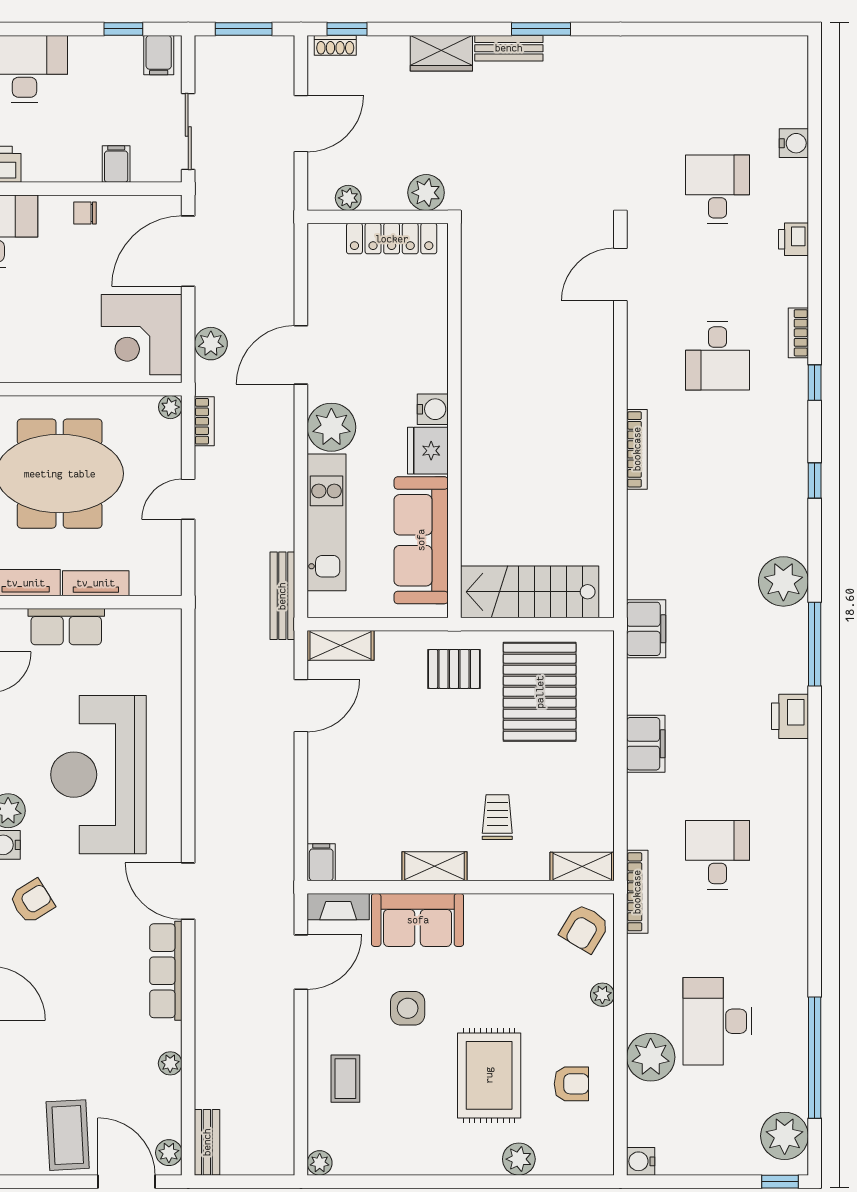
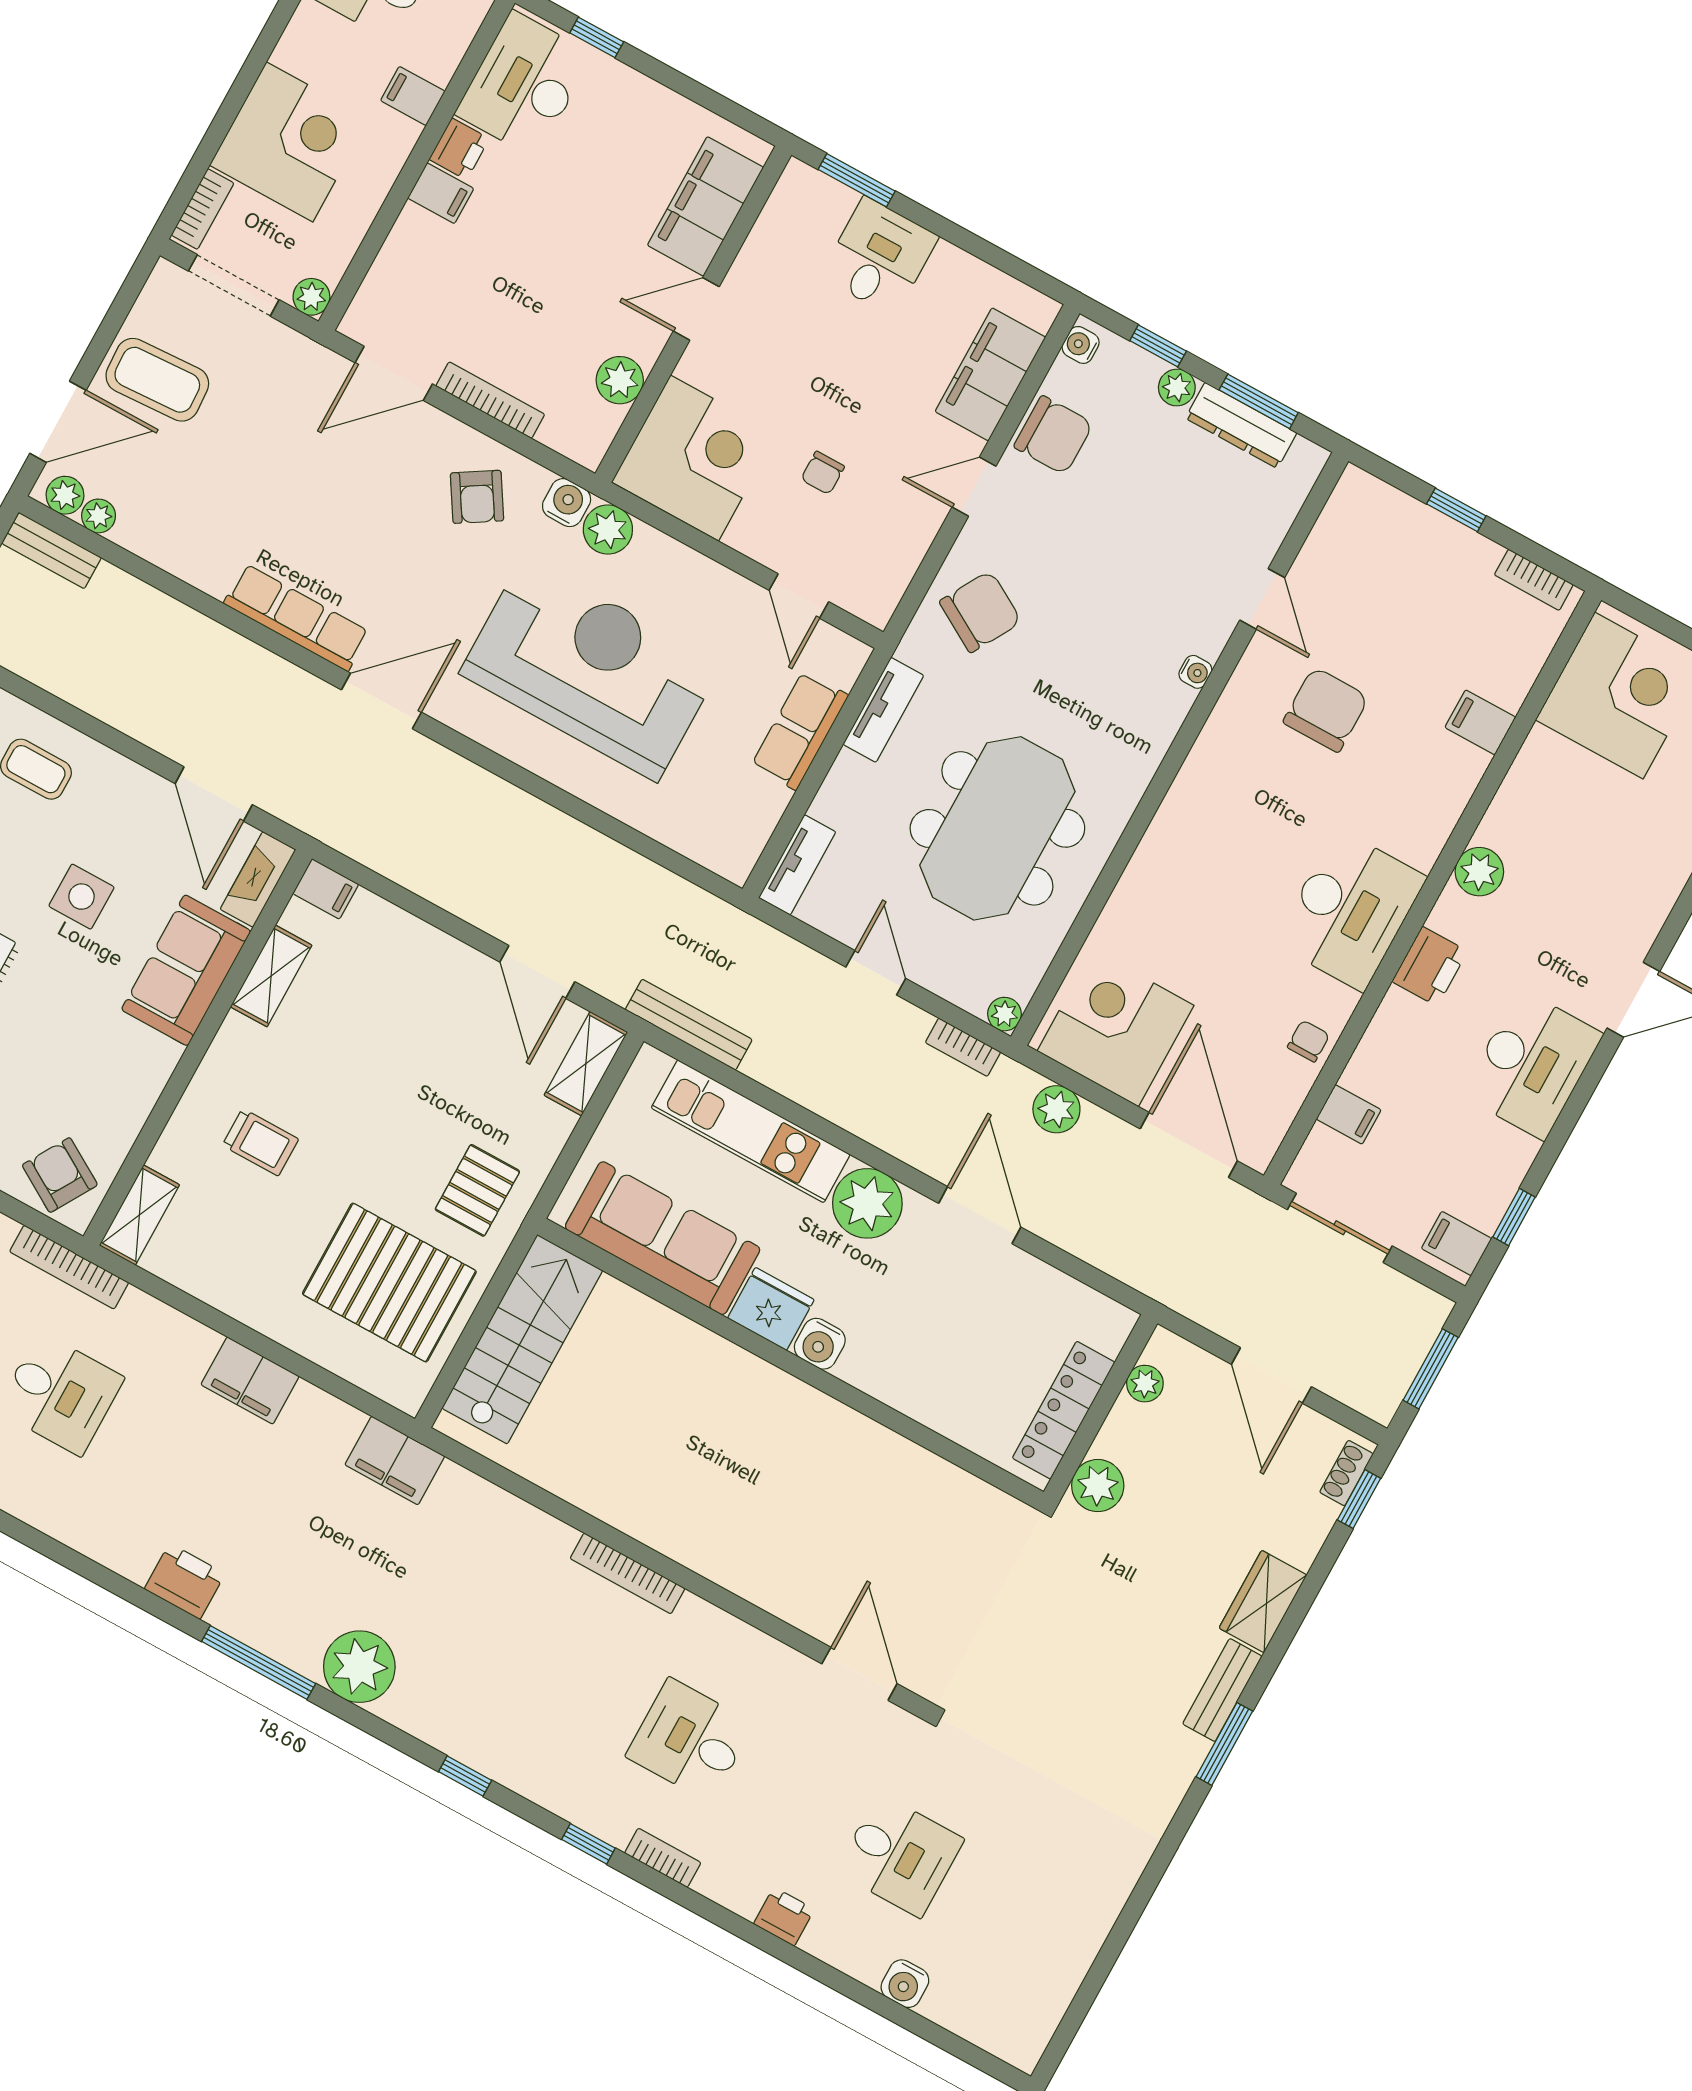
tv unit: (96, 583) -> (797, 865), moved
shelving: (435, 866) -> (271, 976), moved
plant: (170, 1063) -> (99, 516), moved

